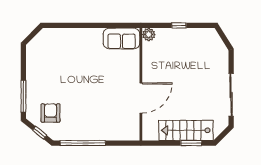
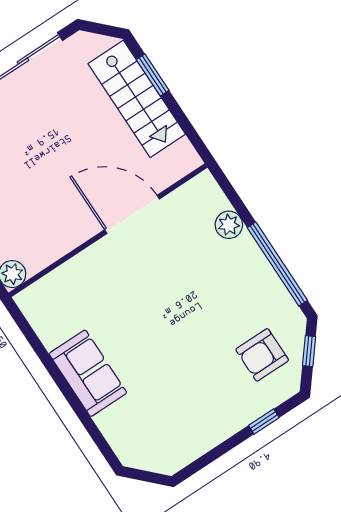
sofa: (122, 39) -> (88, 373), moved
window: (23, 96) -> (264, 421), width x0.46
plant: (111, 134) -> (229, 225), added

